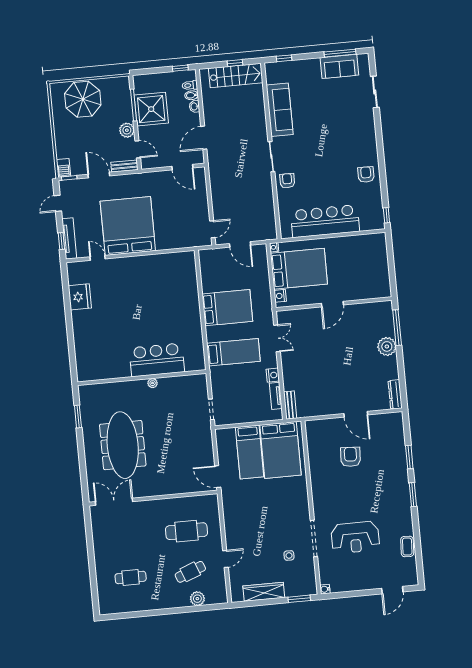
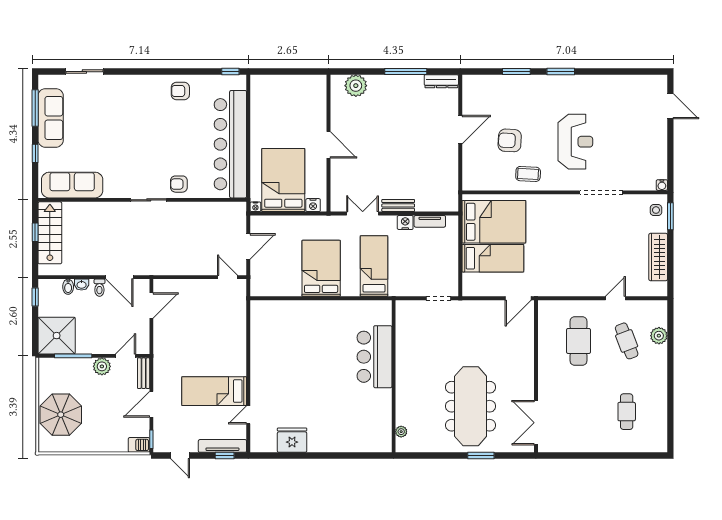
window: (284, 58) -> (35, 153), moved
sofa: (339, 66) -> (51, 118), width x1.36
toilet: (190, 85) -> (99, 288), moved
shower: (151, 109) -> (57, 336), moved
sofa: (280, 110) -> (72, 185), moved
bar counter: (325, 221) -> (230, 144), width x1.36
bed: (128, 226) -> (214, 391), width x0.49
window: (397, 328) -> (406, 72), moved
plant: (387, 346) -> (356, 86), moved
plant: (153, 383) -> (401, 432), moved
bench: (290, 405) -> (398, 205), moved
window: (78, 417) -> (481, 455), moved
meeting table: (123, 445) -> (471, 406), turned 90
reception desk: (355, 537) -> (575, 142), moved
coffee table: (407, 546) -> (528, 174), moved
side table: (289, 555) -> (656, 210), moved
door: (225, 559) -> (615, 298), hinge flipped

